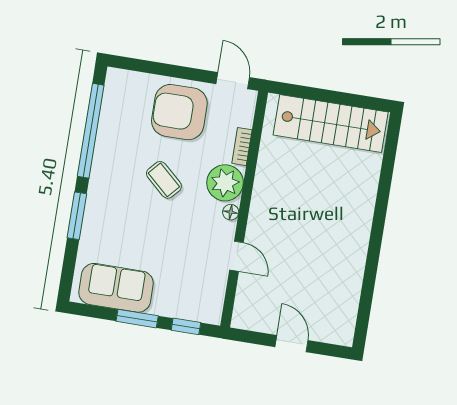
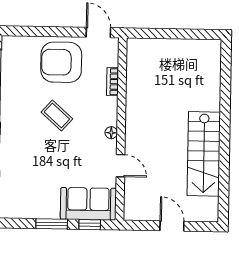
stairs: (331, 124) -> (204, 154), moved, turned 90
plant: (225, 183) -> (104, 111), removed
sofa: (116, 288) -> (88, 204), moved

